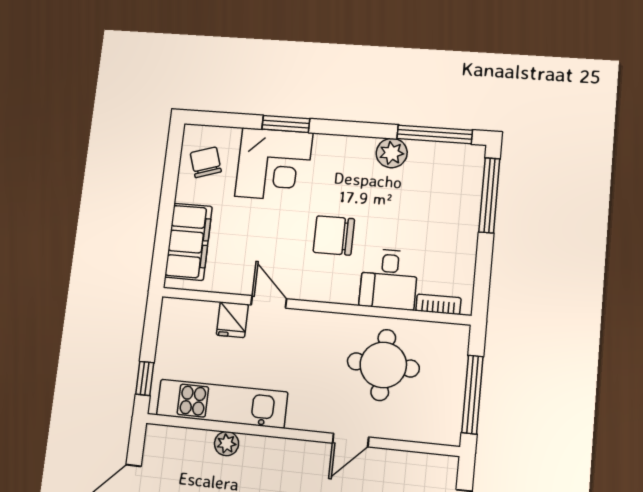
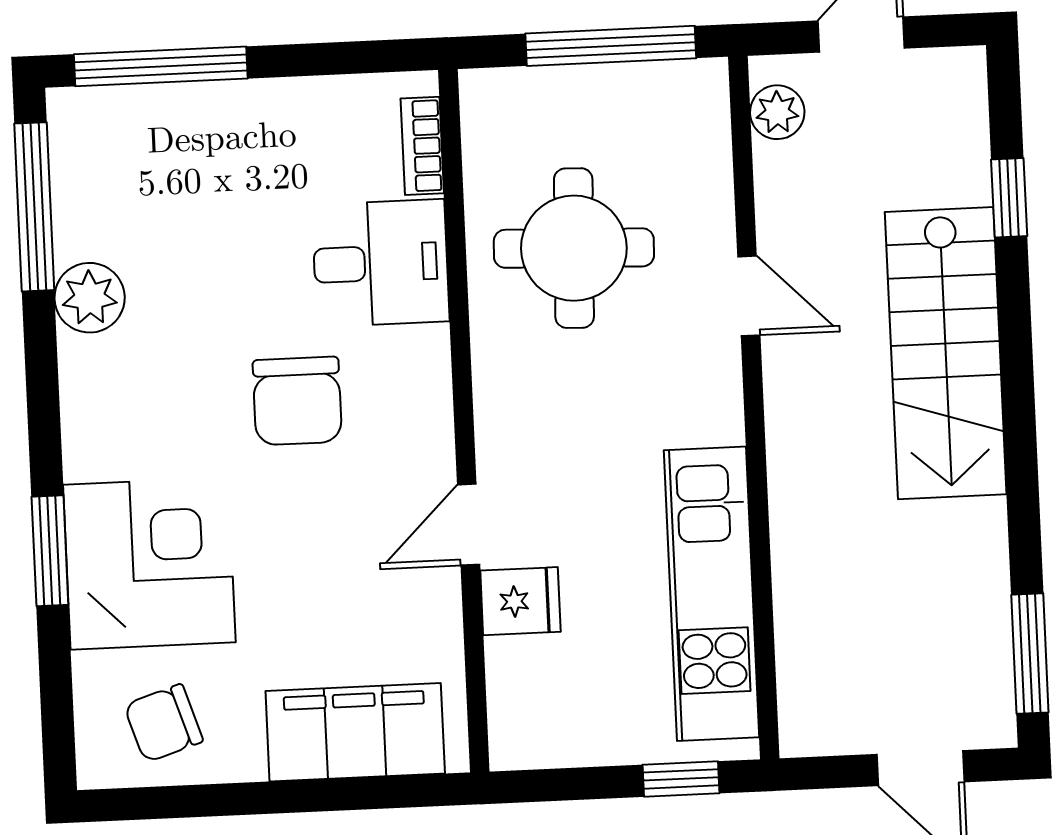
plant: (227, 444) -> (777, 112), moved

